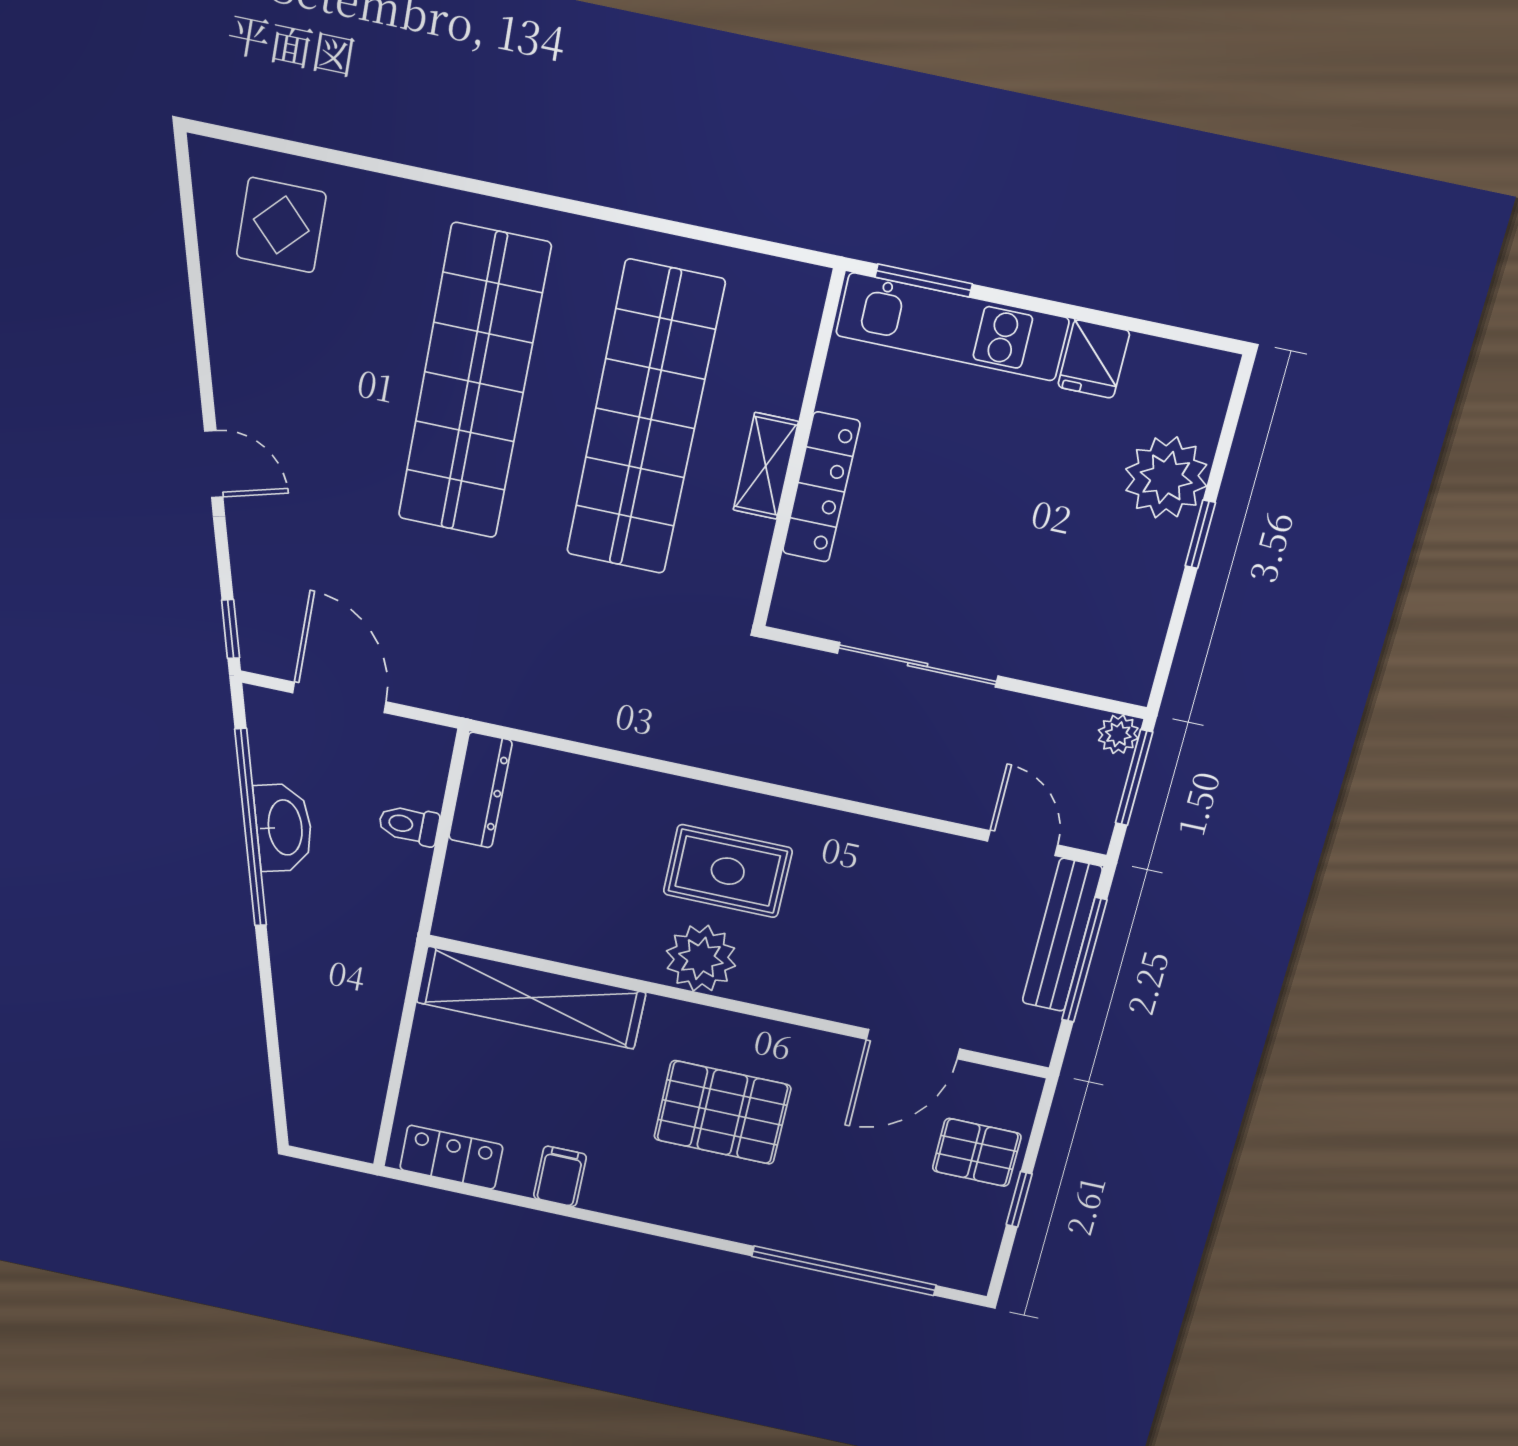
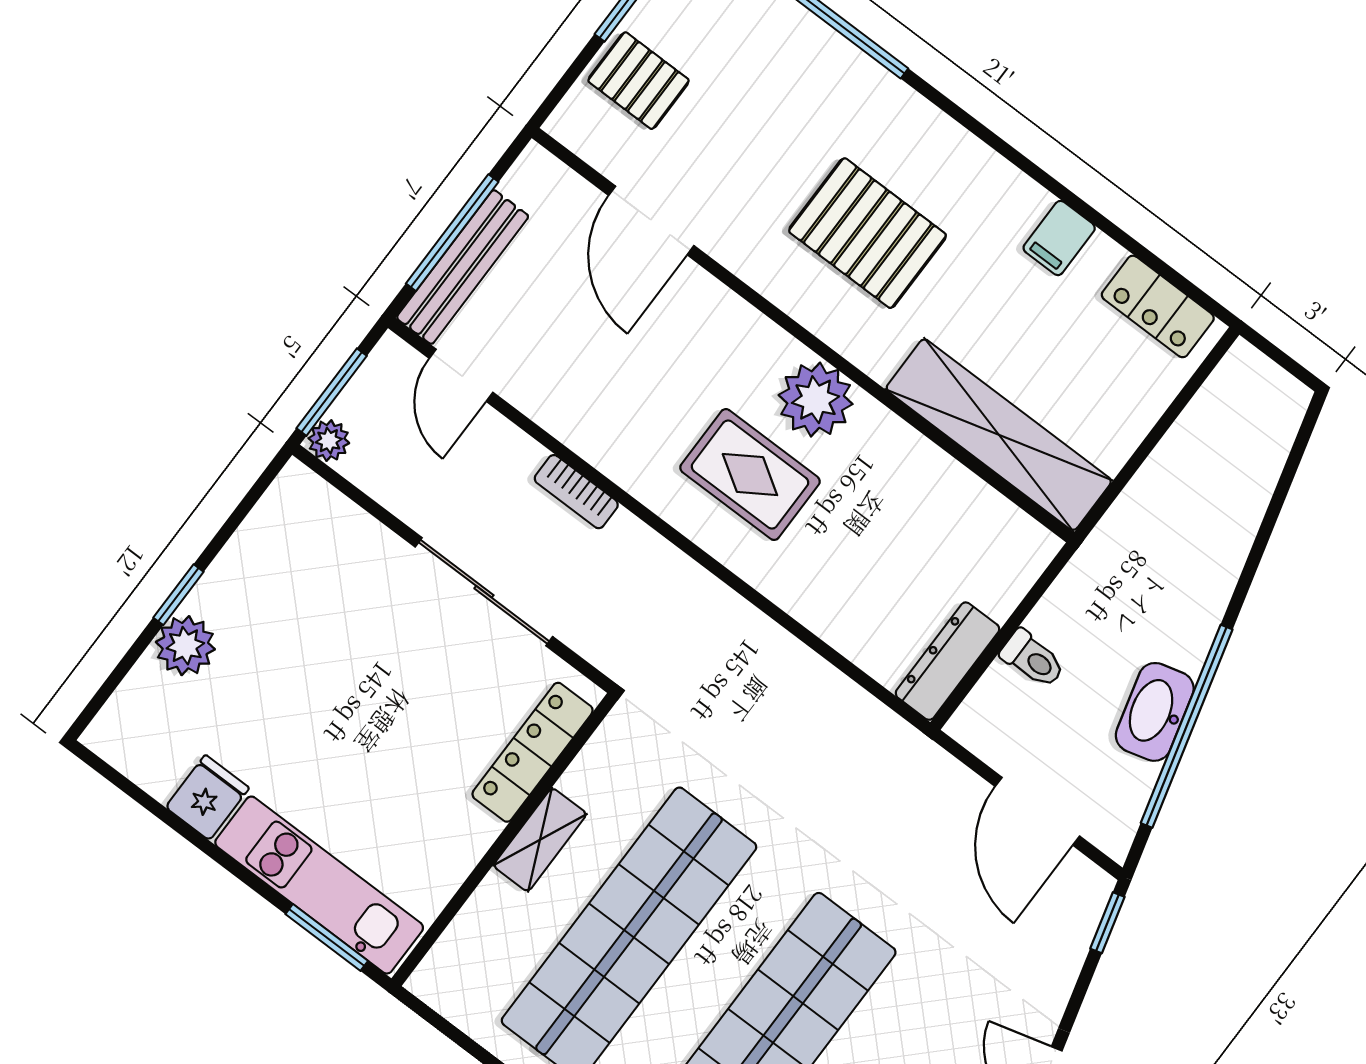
plant: (1166, 477) -> (185, 646), width x0.73, depth x0.73
locker: (821, 487) -> (533, 752), moved
bookcase: (874, 789) -> (576, 492), added
door: (913, 1044) -> (651, 221), swing flipped

